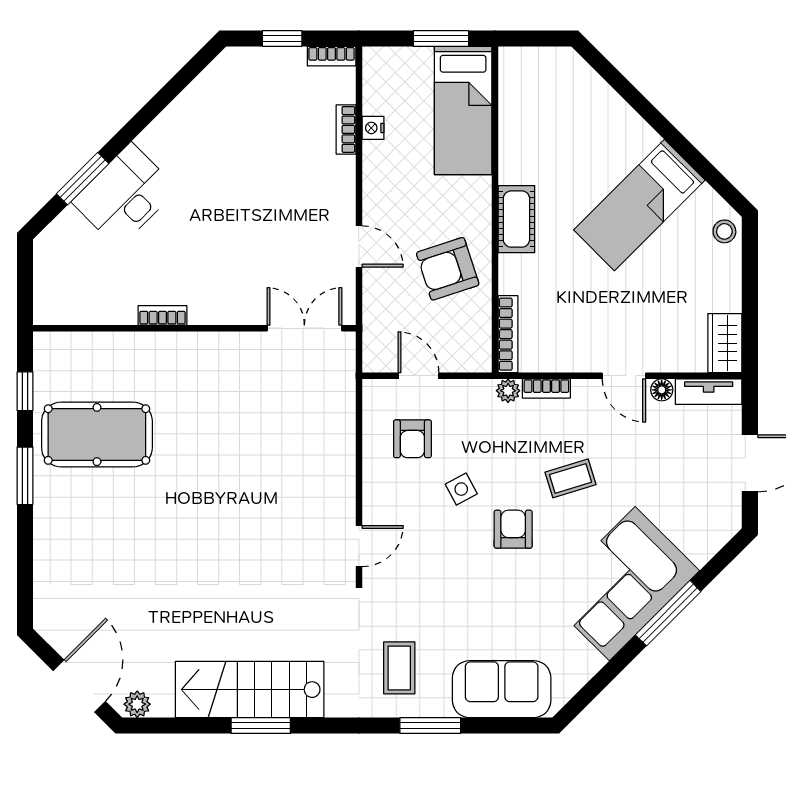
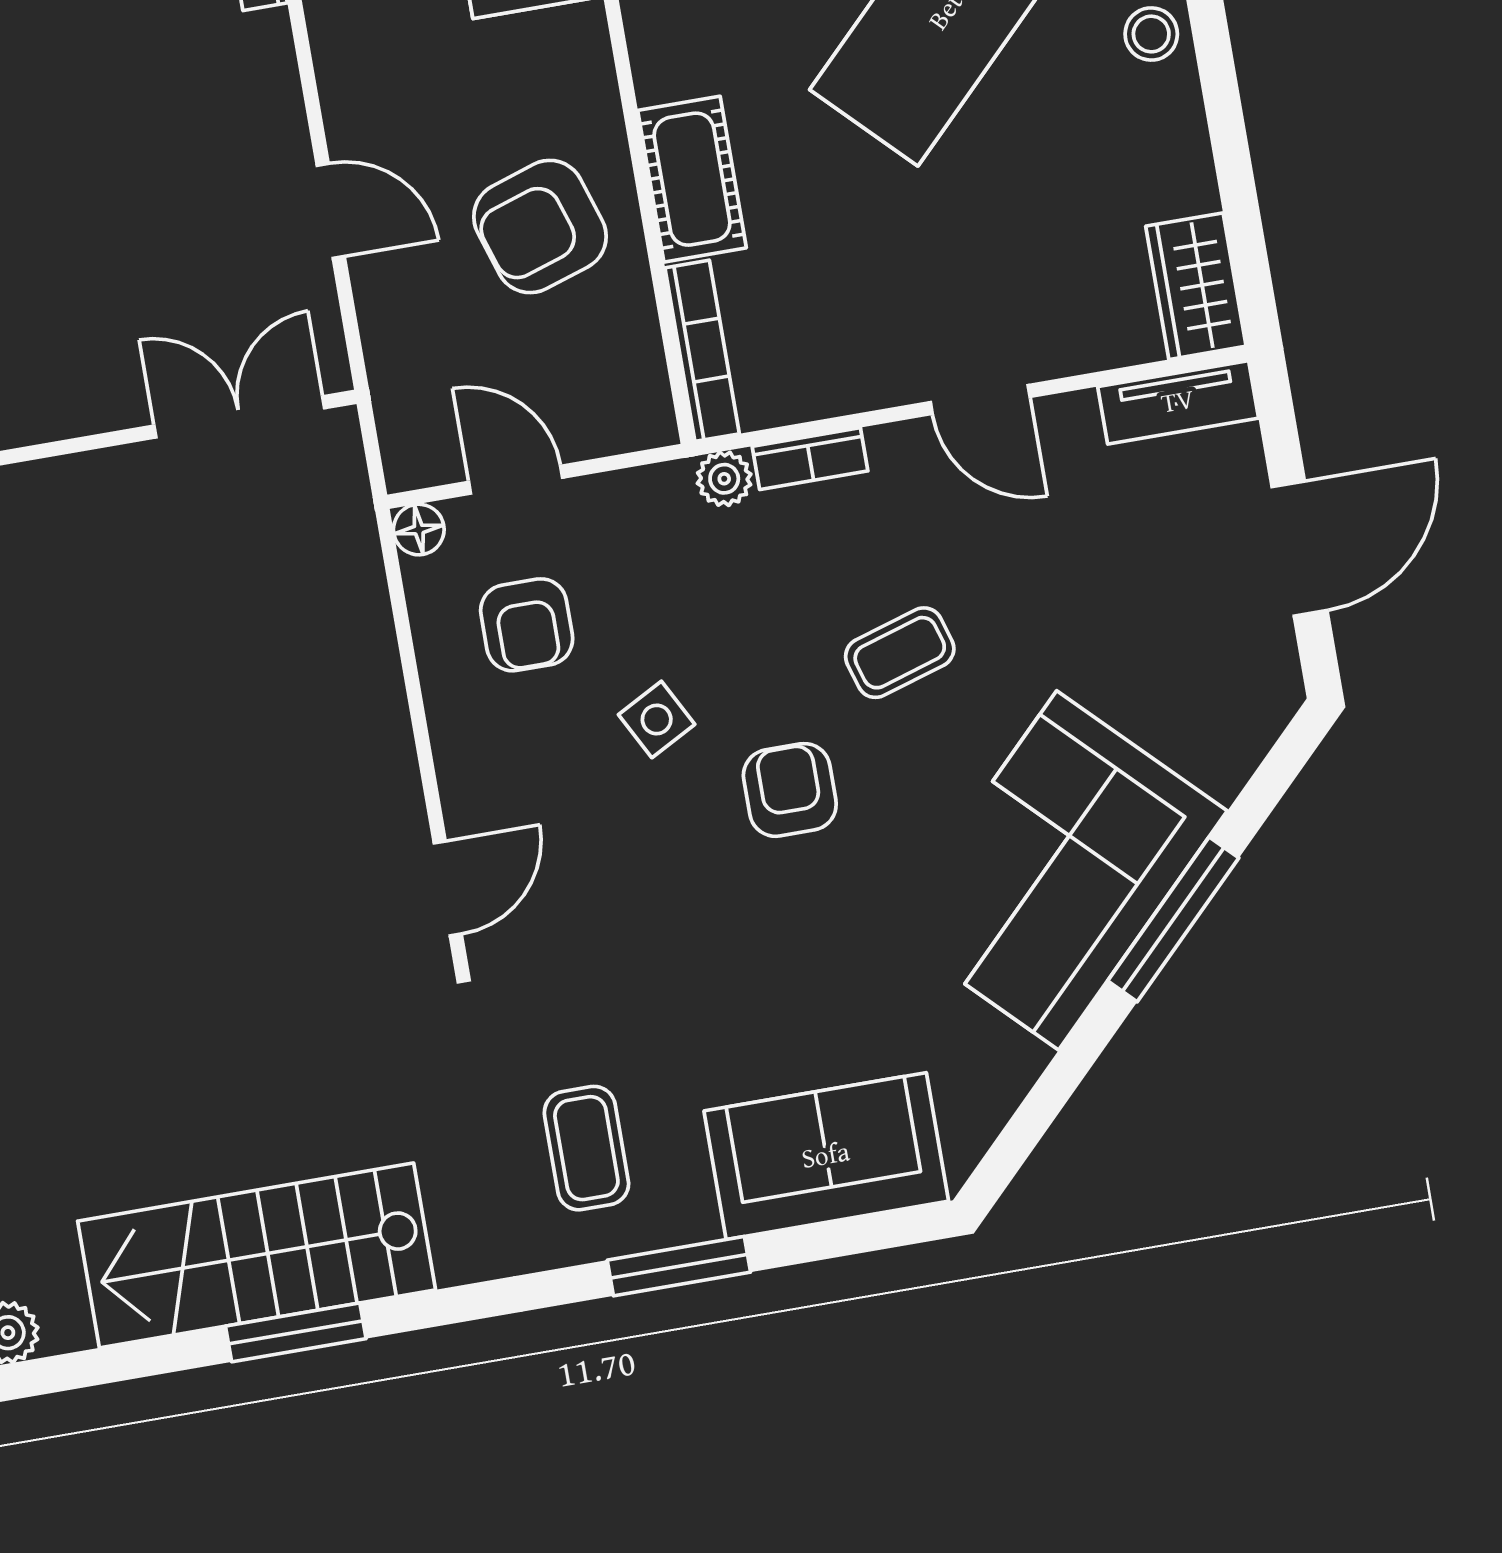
cot: (516, 219) -> (692, 179), moved
floor lamp: (662, 390) -> (419, 530), moved

